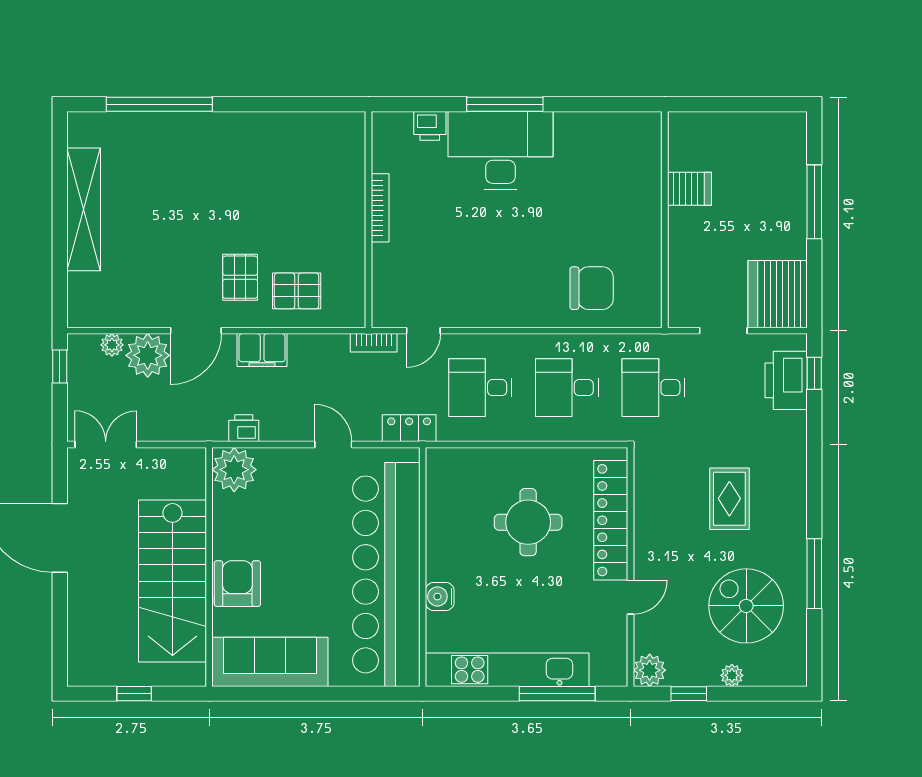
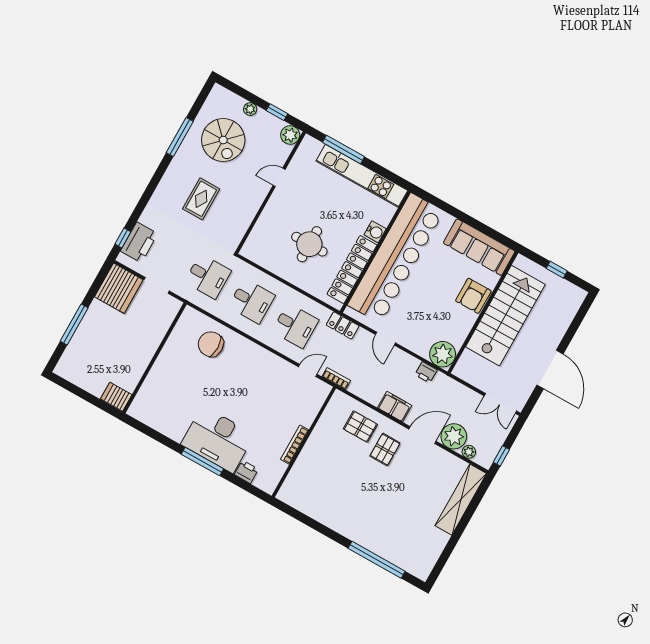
server rack: (689, 189) -> (116, 397), moved
shelving: (84, 209) -> (461, 500), moved
locker: (611, 520) -> (352, 270), moved, turned 180

